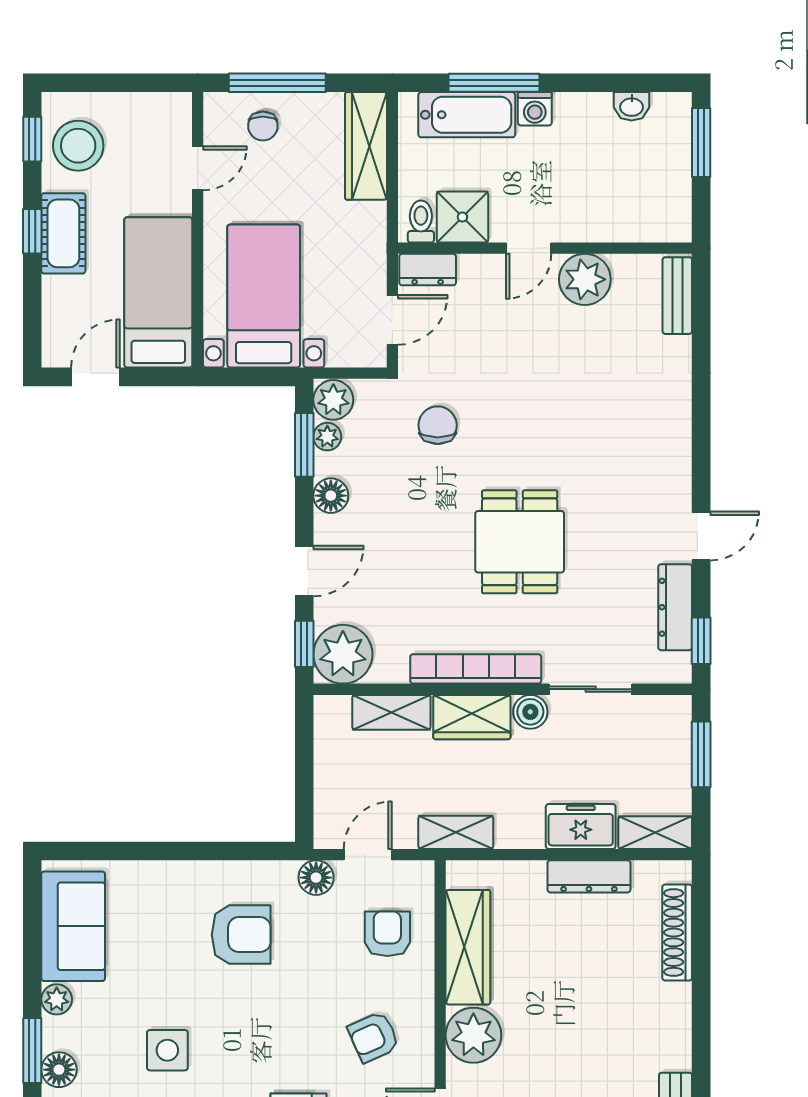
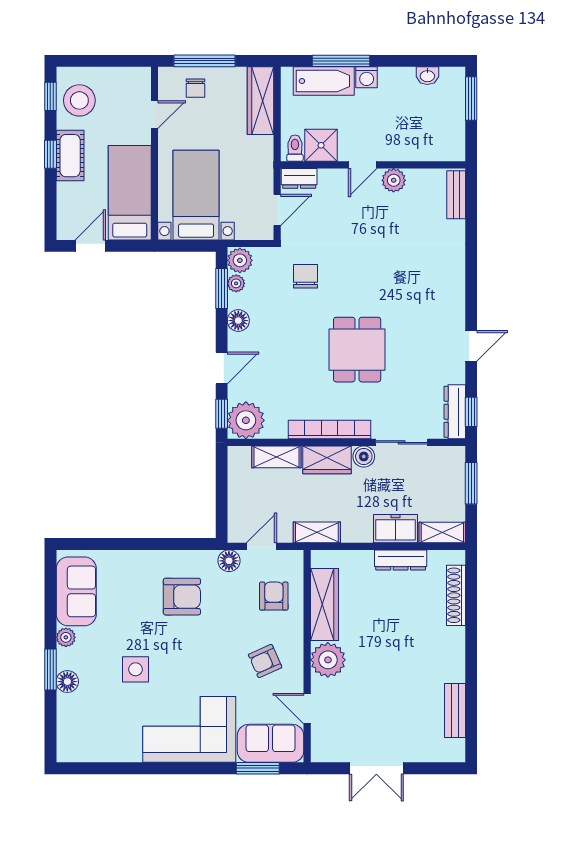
plant: (585, 279) -> (394, 180), width x0.73, depth x0.73
dresser: (675, 607) -> (455, 412), moved

